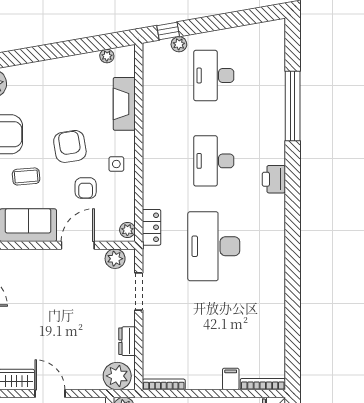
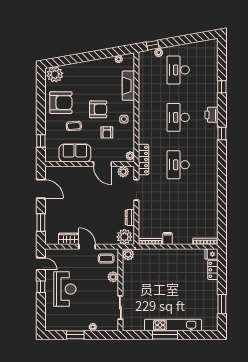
window: (293, 106) -> (222, 87), width x0.32
armchair: (70, 146) -> (98, 109), turned 99
printer: (274, 179) -> (211, 115), moved
window: (293, 190) -> (222, 134), added
locker: (152, 227) -> (143, 160), width x1.53
door: (78, 245) -> (103, 164), swing flipped
desk: (214, 246) -> (178, 165), width x0.73, depth x0.77
filing cabinet: (231, 379) -> (167, 238), moved

